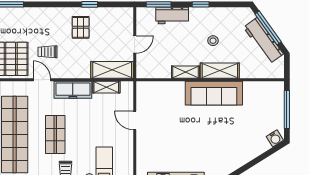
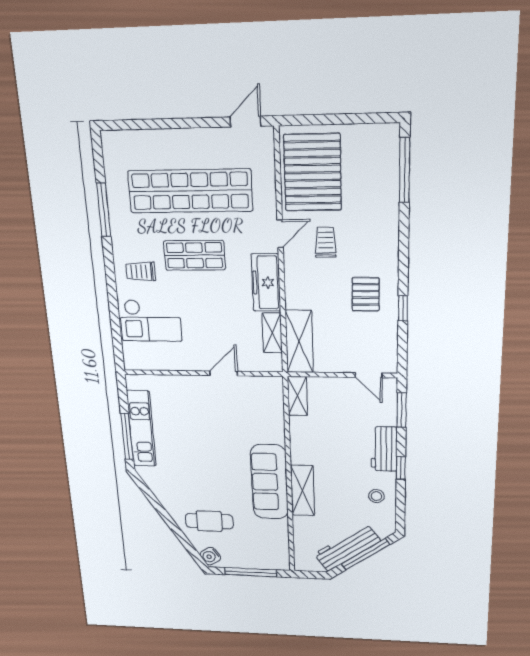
workbench: (172, 15) -> (384, 449), moved
pallet: (81, 27) -> (366, 294), turned 90
stool: (213, 41) -> (376, 496), moved
door: (135, 45) -> (369, 375), moved
shelving: (185, 72) -> (297, 396), moved
cafe table: (246, 137) -> (209, 521), added

